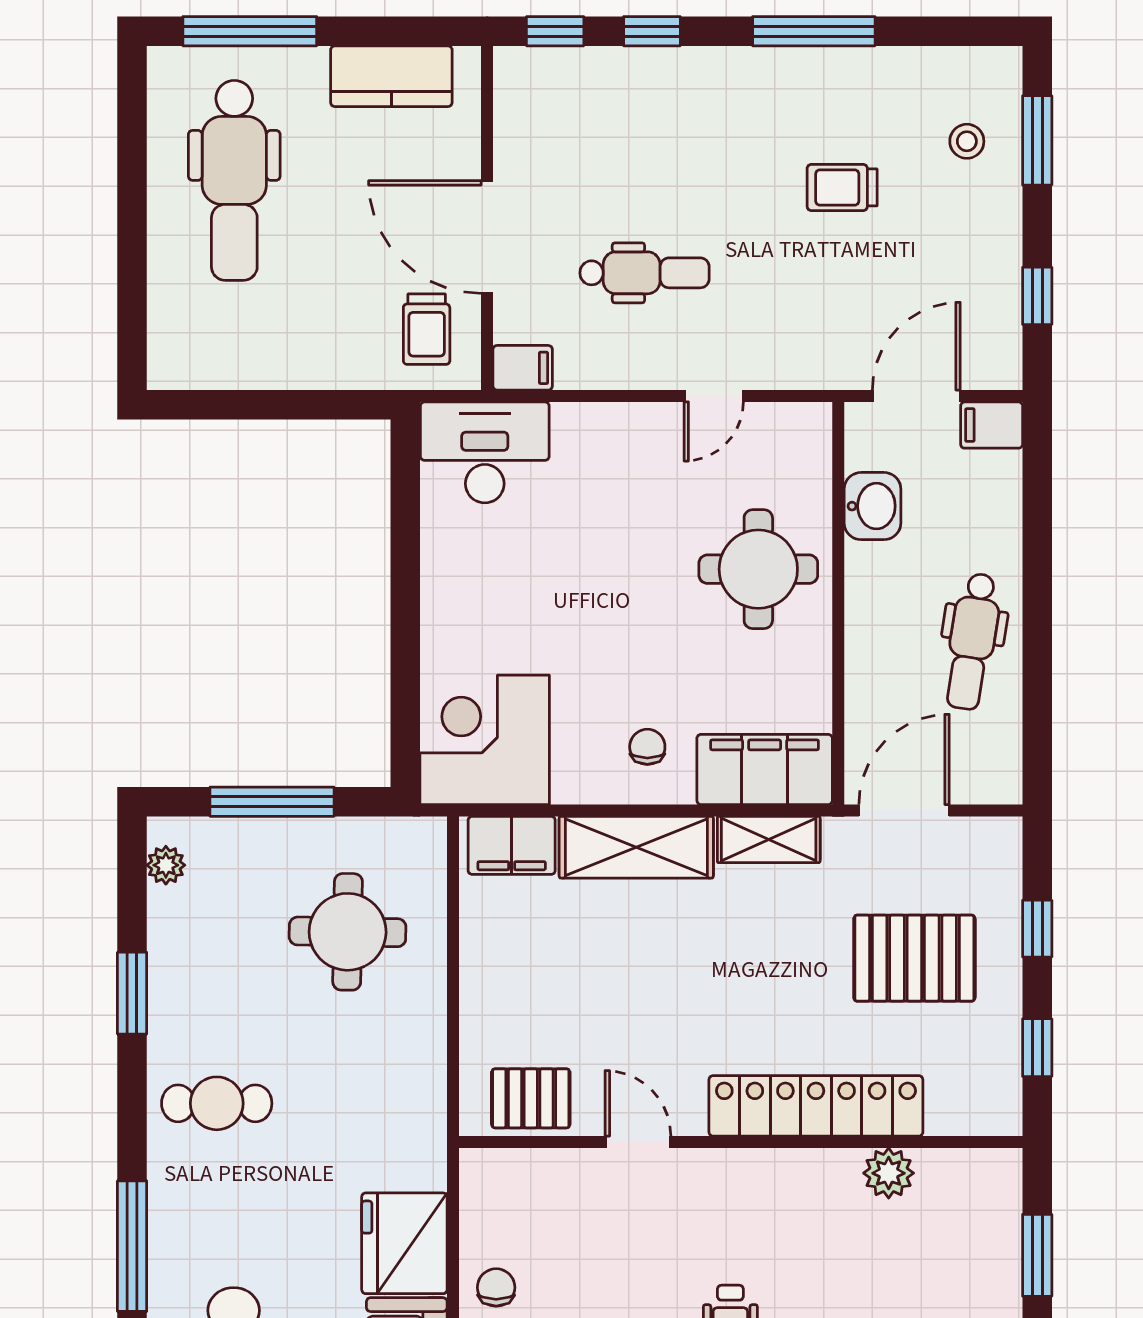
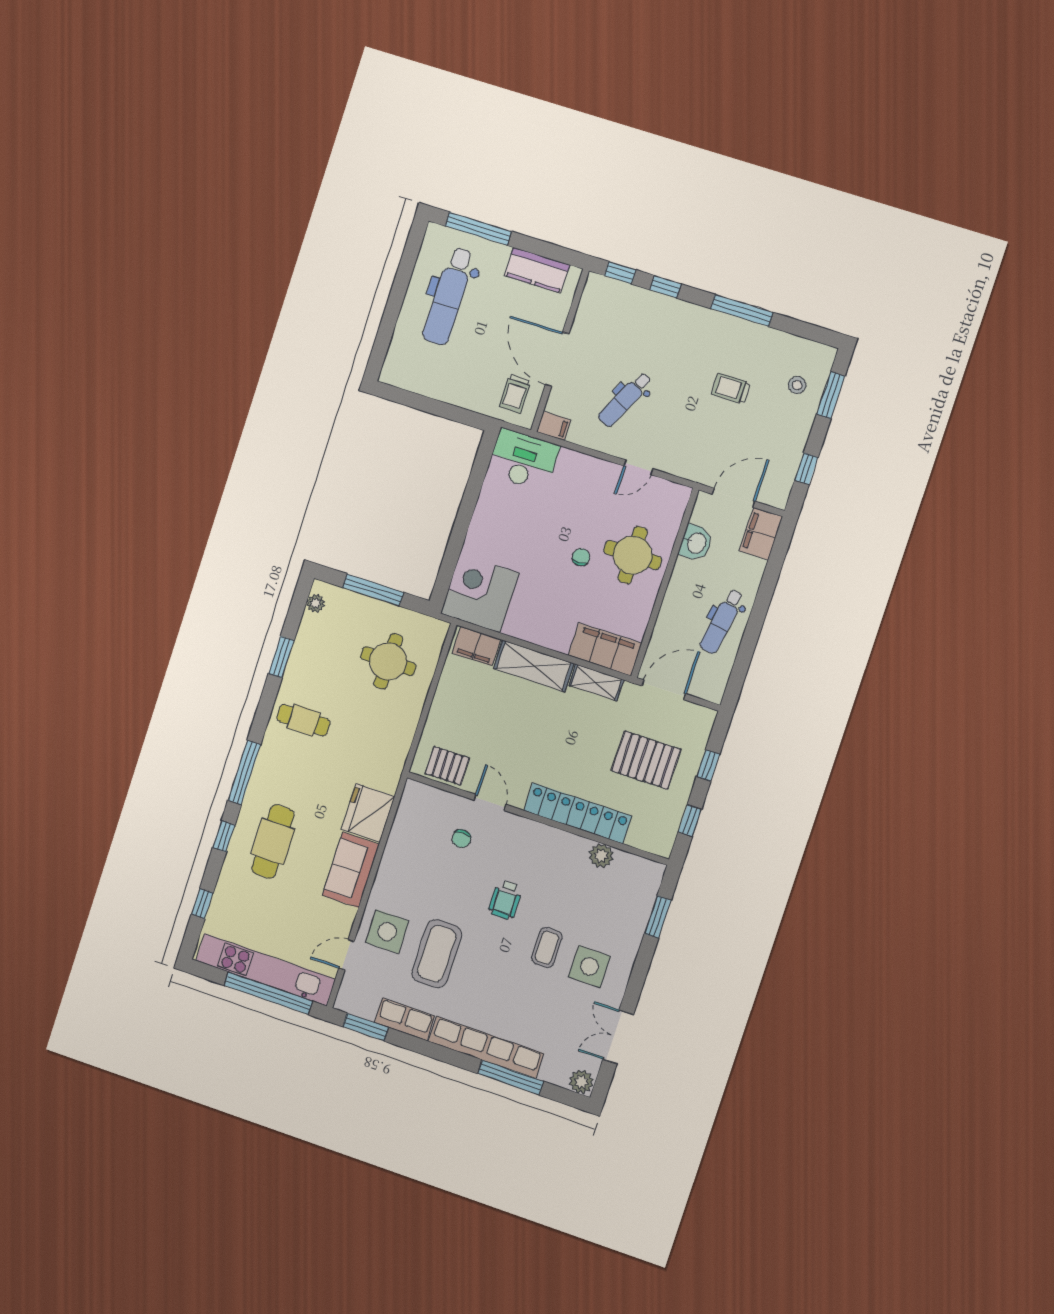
dental chair: (645, 273) -> (625, 399), turned 116
filing cabinet: (992, 425) -> (761, 534), width x2.00
chair: (647, 747) -> (581, 557), moved
chair: (496, 1287) -> (461, 839), moved, turned 180

